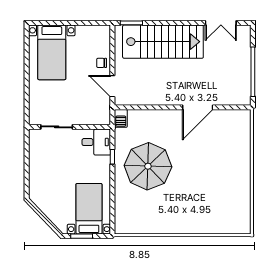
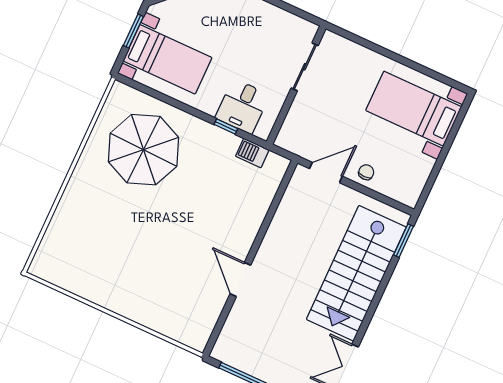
door: (198, 107) -> (240, 279), width x0.73
barbecue: (121, 118) -> (252, 153), moved
desk: (96, 142) -> (242, 106), moved
parasol: (148, 166) -> (144, 150), moved

